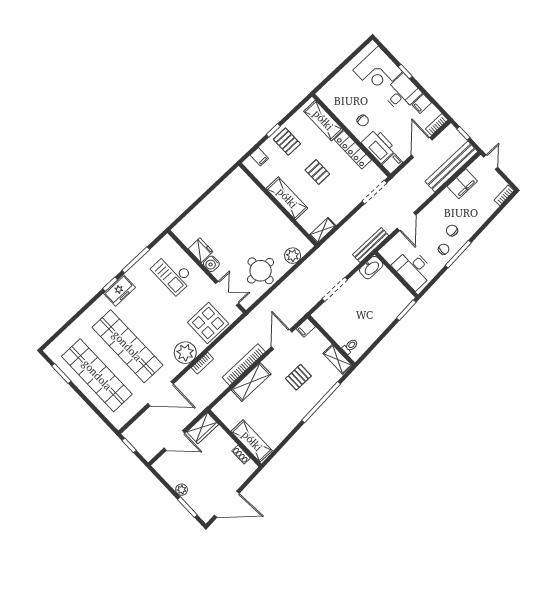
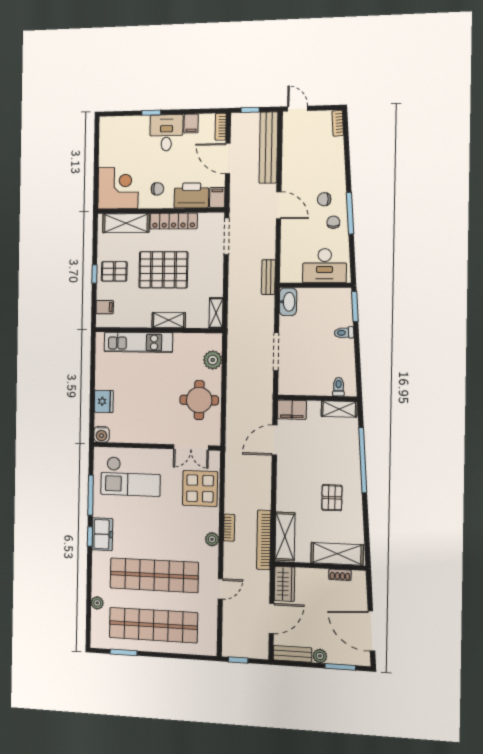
corner desk: (378, 71) -> (118, 188), moved, turned -90
pallet: (317, 172) -> (163, 270), width x2.05, depth x2.00
filing cabinet: (462, 184) -> (292, 152), removed
shelving: (287, 198) -> (169, 320), width x0.67, depth x0.75
kitchen unit: (259, 199) -> (138, 342), added
door: (407, 222) -> (279, 205), moved
bench: (371, 245) -> (268, 277), width x0.73
fridge: (201, 250) -> (104, 401), moved, turned 90
water cooler: (211, 264) -> (101, 434), moved
checkout: (172, 274) -> (131, 476), width x1.36, depth x1.21
double door: (227, 293) -> (191, 447), swing flipped
toilet: (385, 319) -> (344, 333), added
plant: (74, 328) -> (97, 603), added
filing cabinet: (306, 328) -> (292, 410), width x2.00
door: (282, 339) -> (275, 440), hinge flipped
plant: (185, 353) -> (212, 539), width x0.53, depth x0.53
bookcase: (244, 365) -> (264, 540), moved
pallet: (298, 377) -> (332, 498), moved
shelving: (251, 382) -> (285, 536), moved
door: (161, 394) -> (220, 589), width x0.53
bench: (166, 473) -> (292, 654), added
door: (227, 504) -> (371, 631), swing flipped

